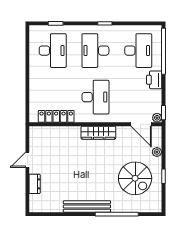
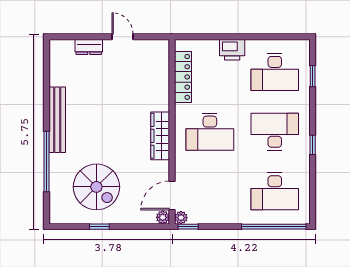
printer: (154, 80) -> (232, 50), moved, turned 180
plant: (157, 152) -> (163, 217), moved
spiral stairs: (135, 178) -> (96, 187), turned -90

